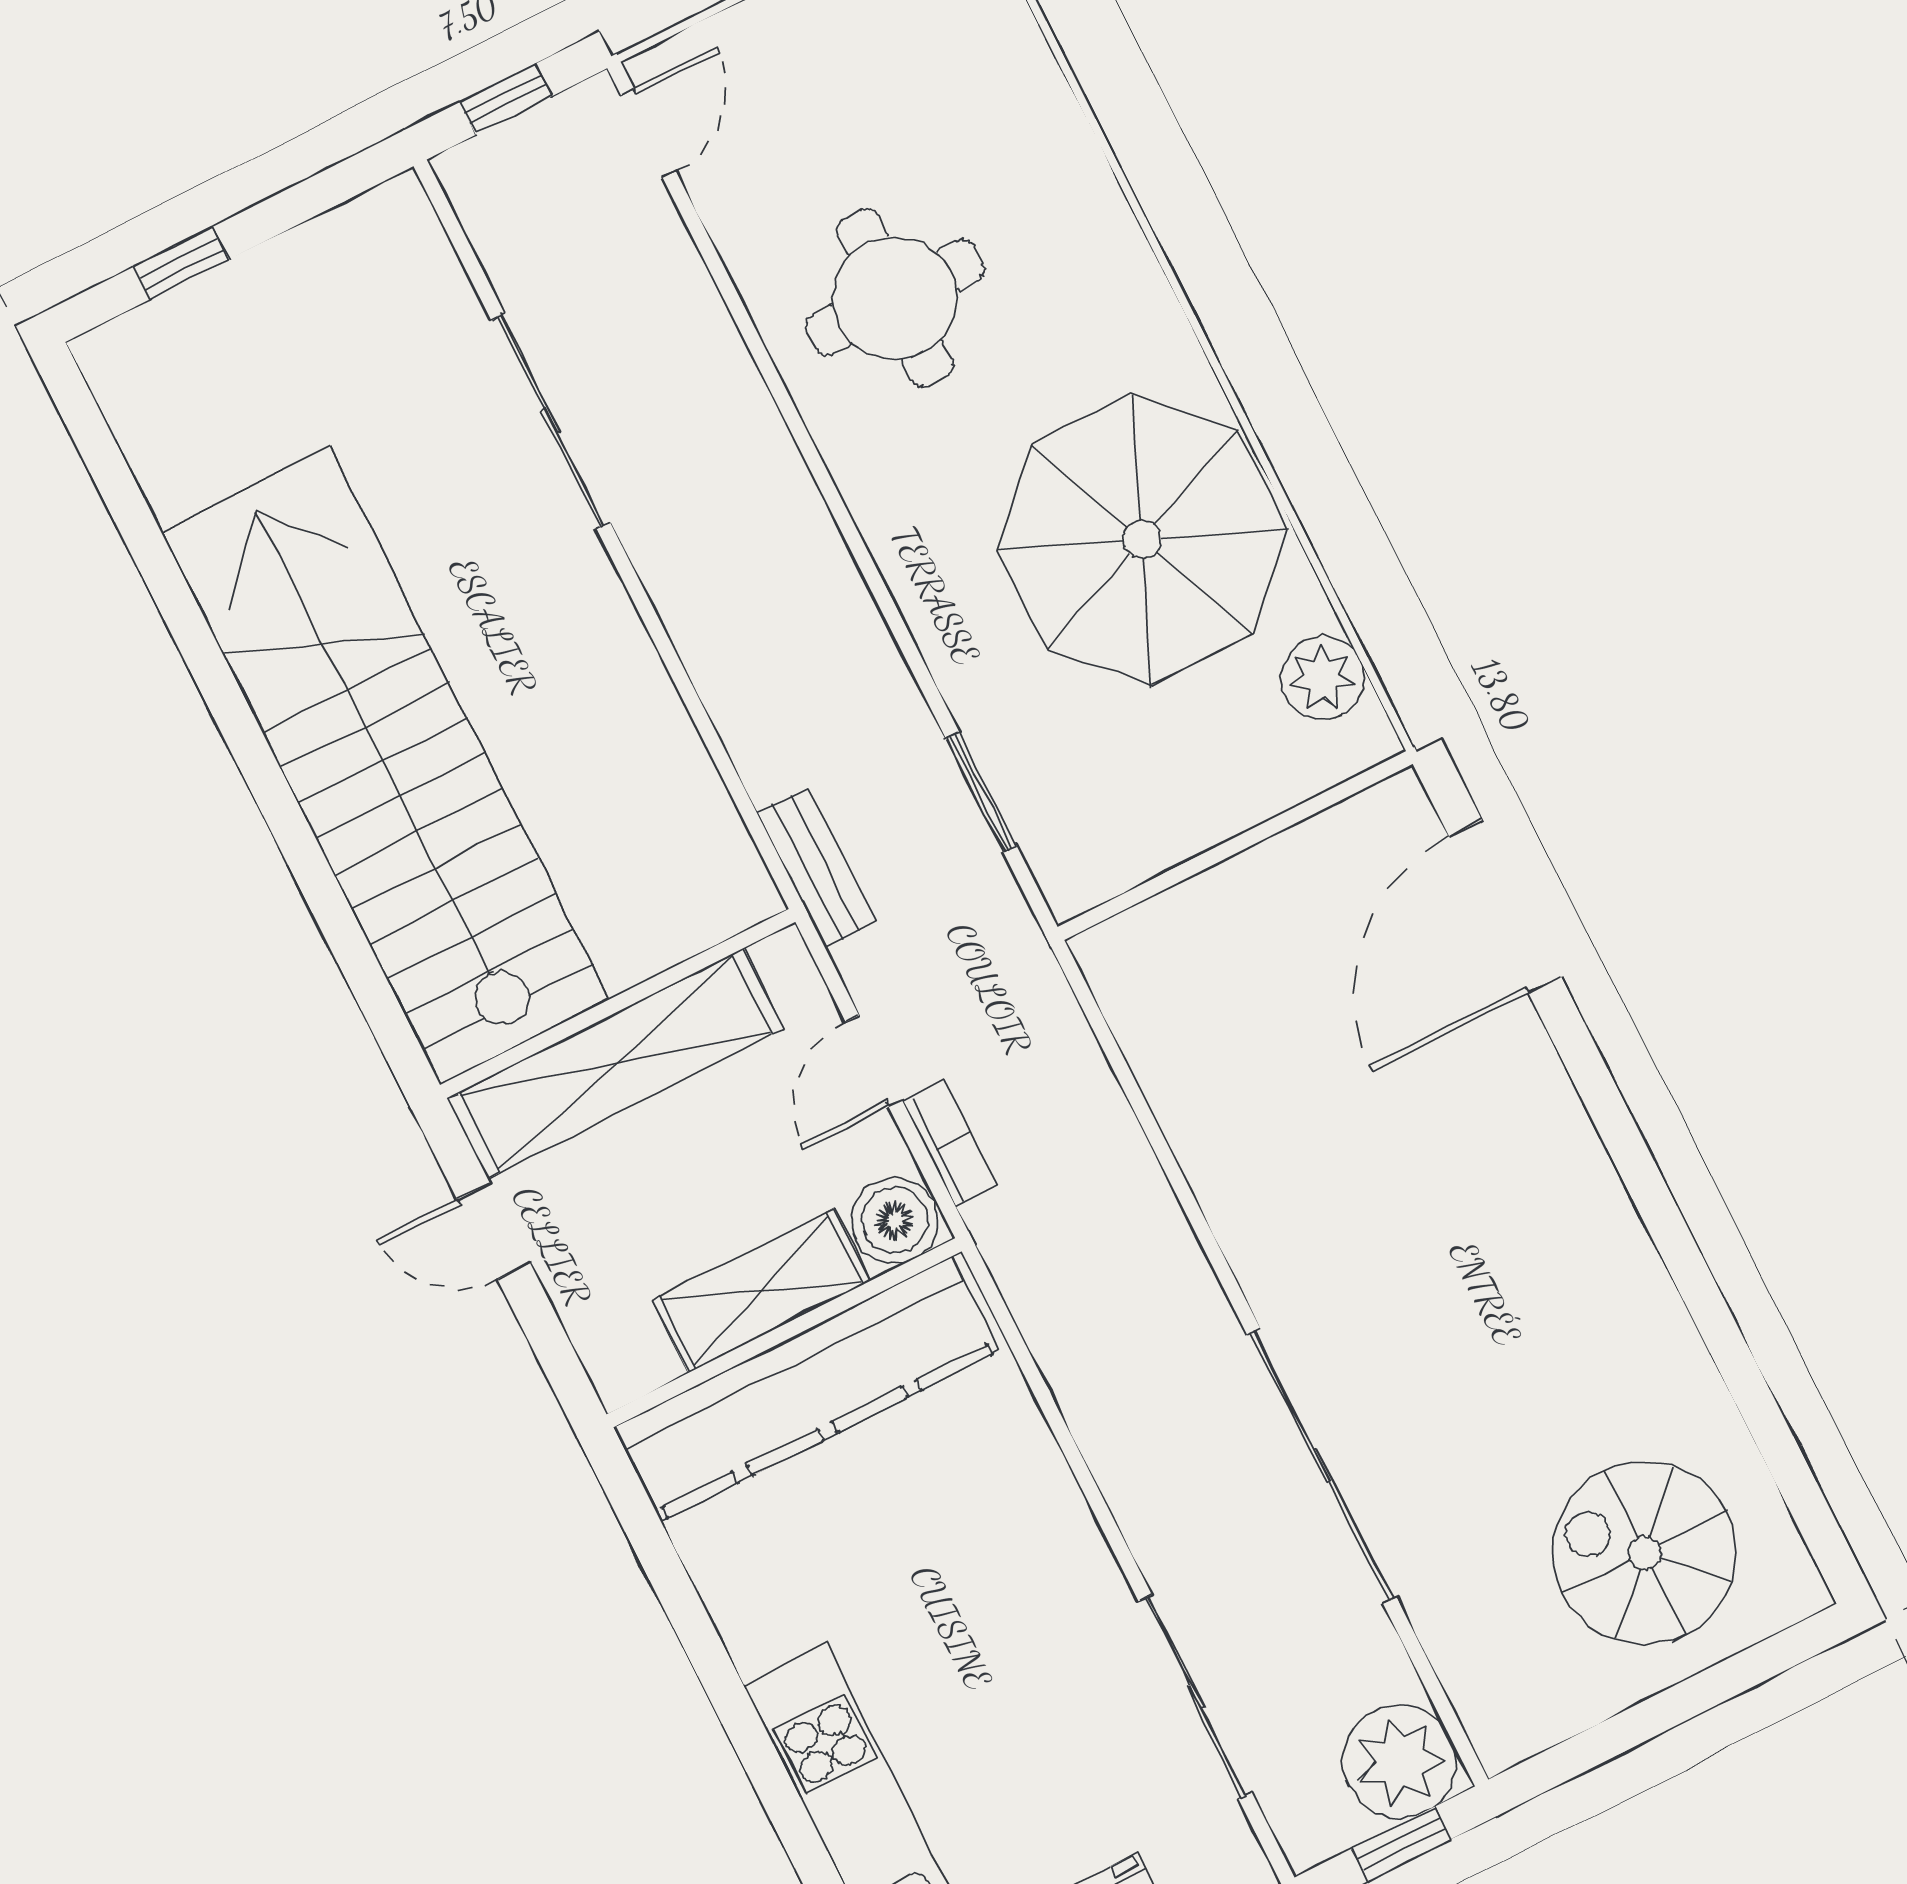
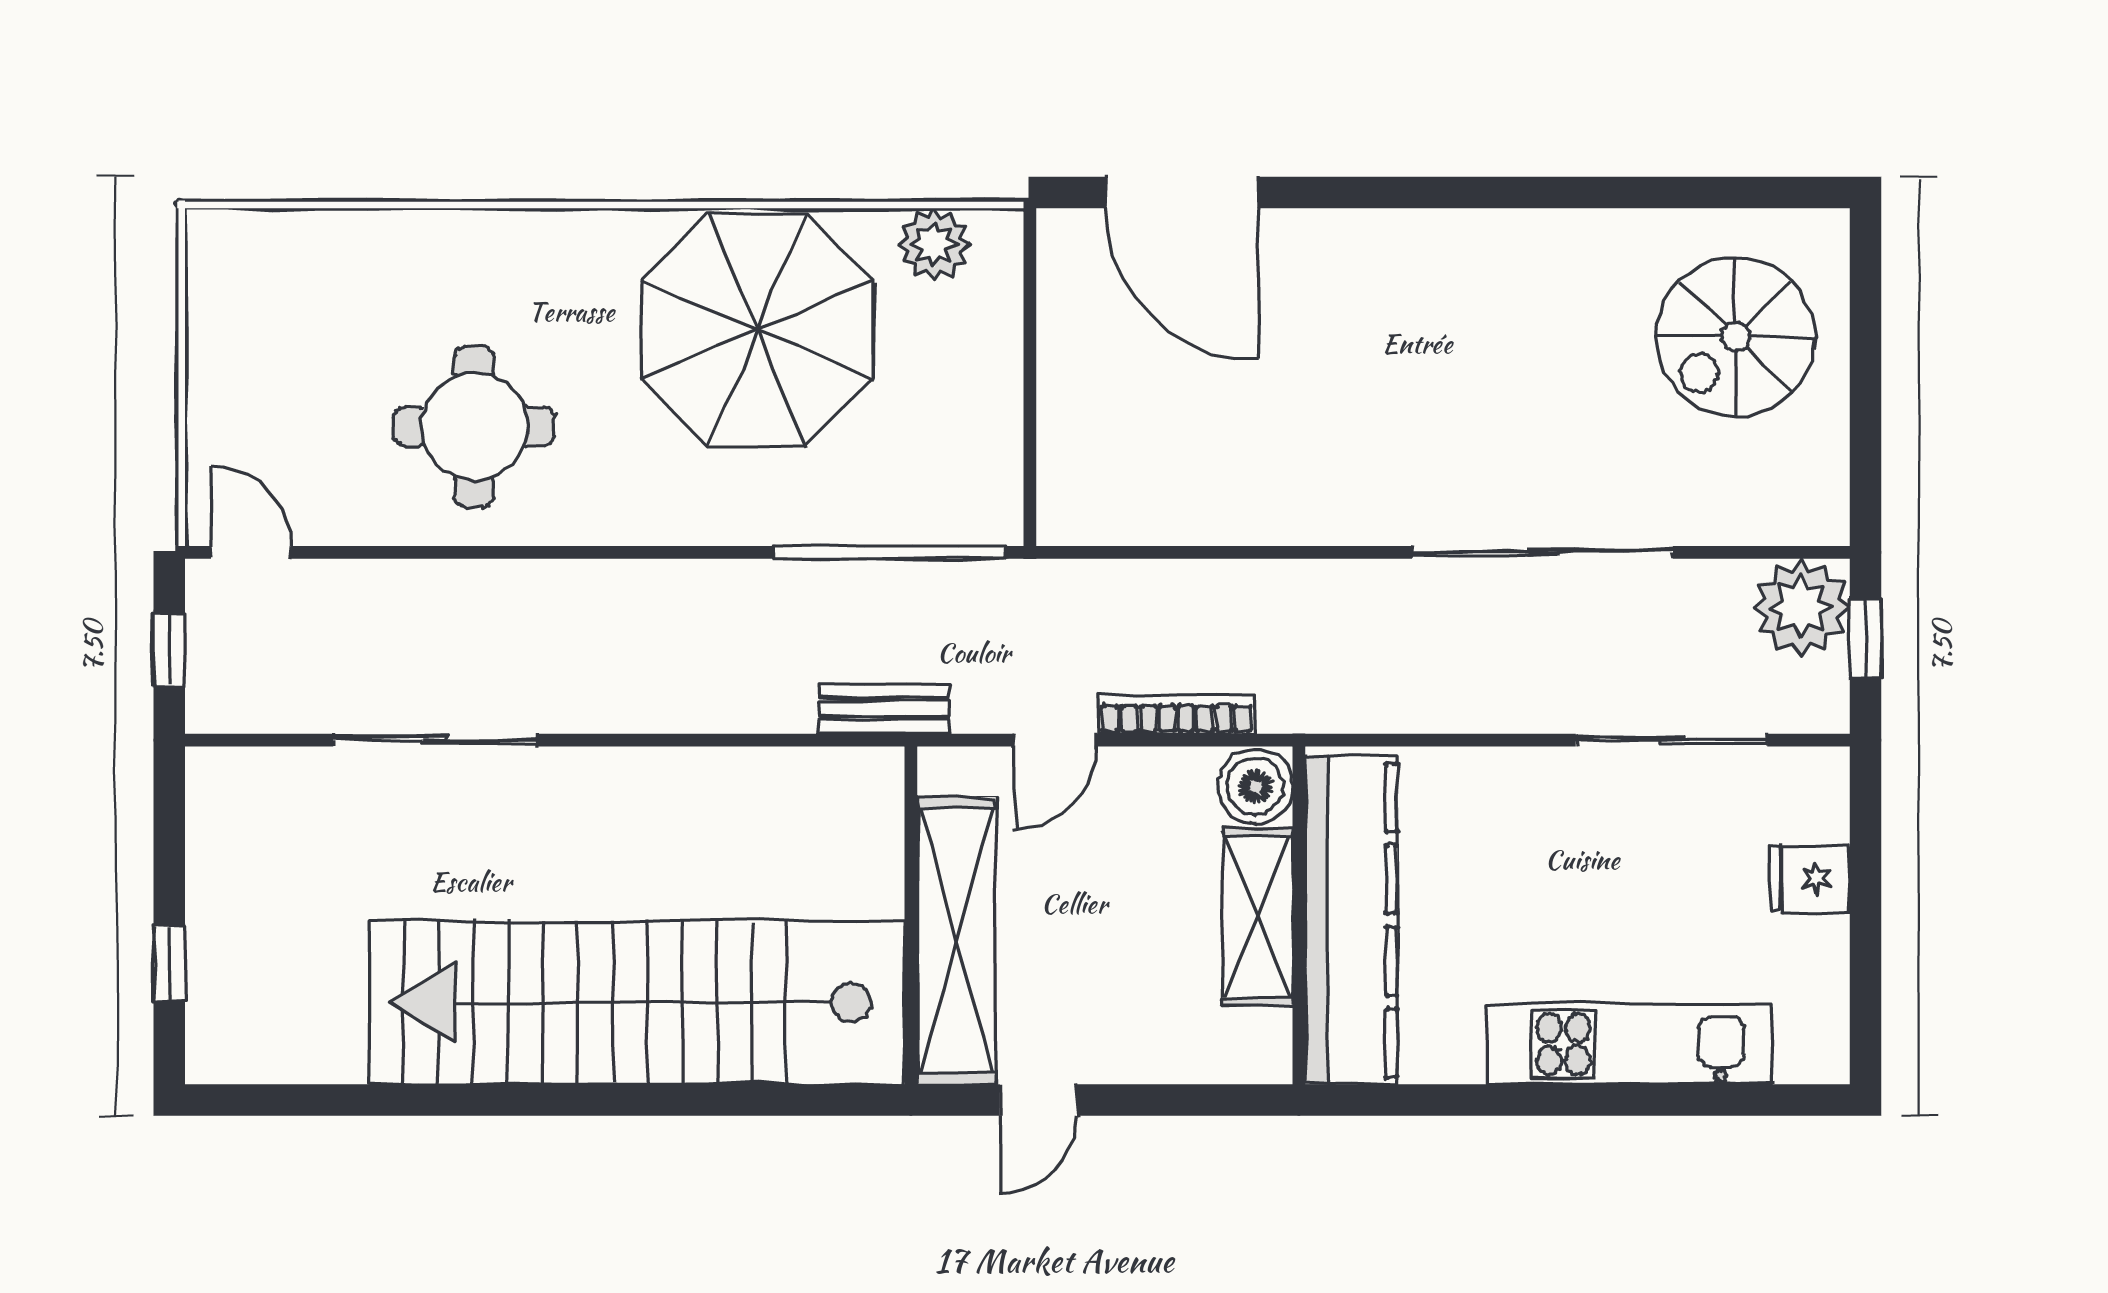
window: (981, 792) -> (889, 552), width x2.11
door: (874, 1061) -> (1055, 740), hinge flipped
bookcase: (950, 1143) -> (1177, 714), width x1.56
boiler: (895, 1221) -> (1255, 786), moved
shelving: (761, 1291) -> (1257, 917), moved
wall: (784, 1333) -> (1299, 915), moved
kitchen counter: (806, 1389) -> (1351, 920), moved

